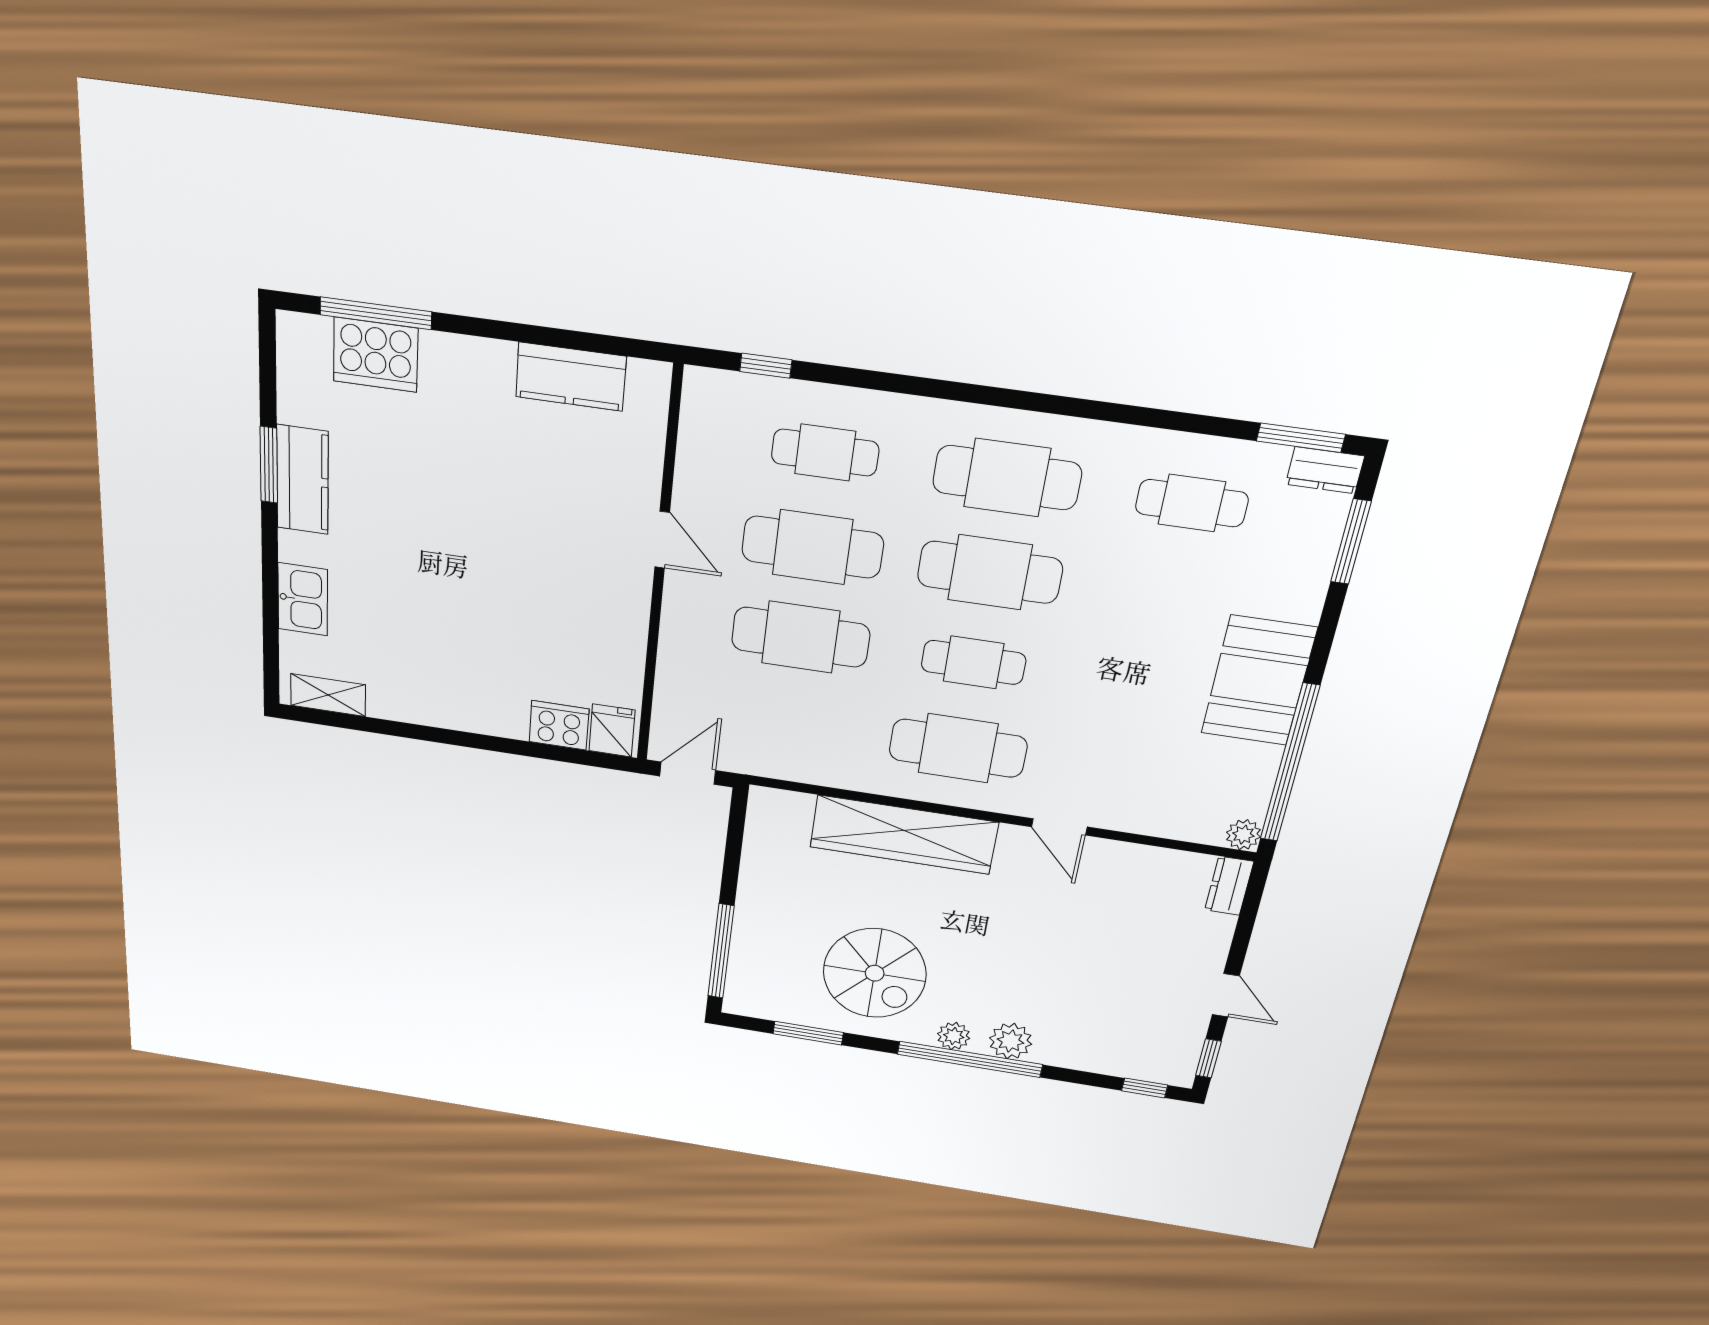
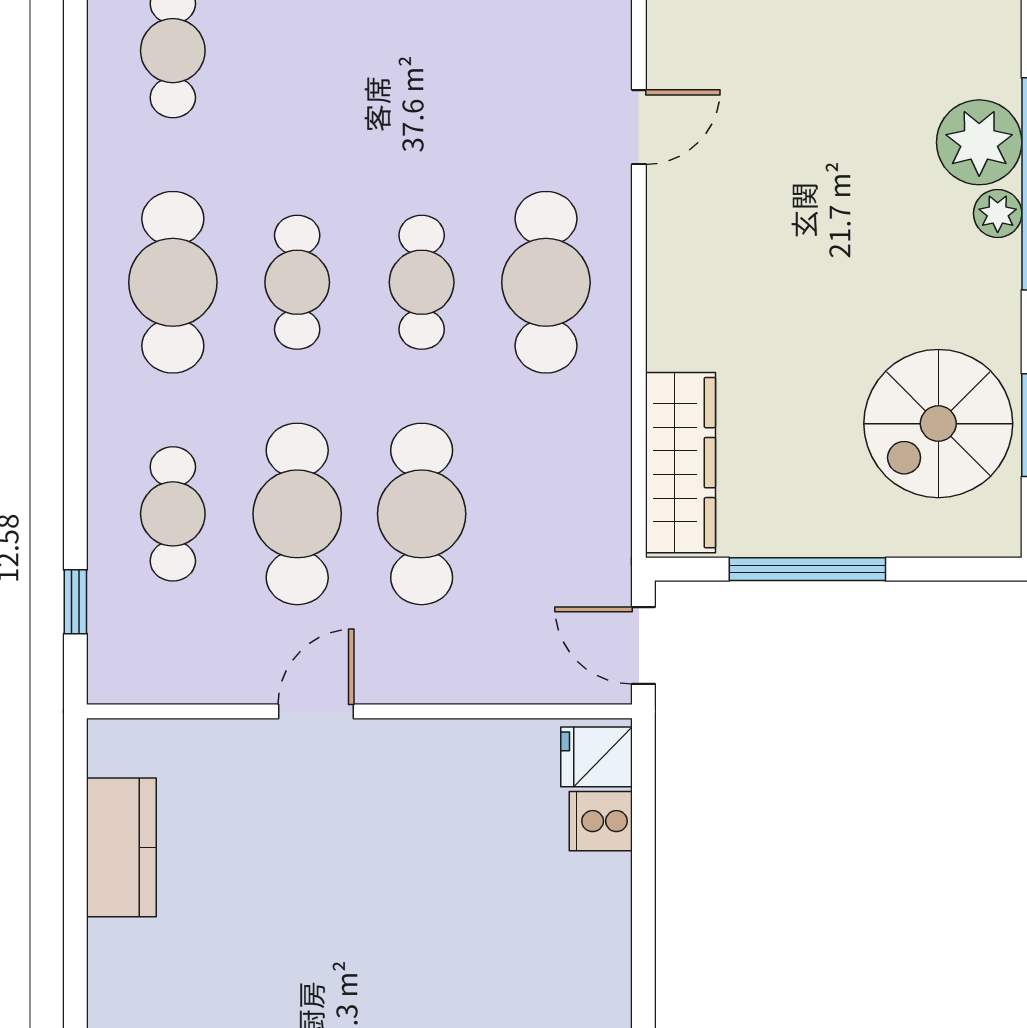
cafe table: (990, 572) -> (297, 282), width x0.73, depth x0.74
cooker: (559, 725) -> (601, 821), width x0.73
wardrobe: (904, 835) -> (681, 463), moved, width x0.71, depth x0.85
window: (721, 951) -> (807, 569), moved
spiral stairs: (875, 973) -> (938, 424), moved, turned 180
plant: (1011, 1041) -> (979, 142), width x1.36, depth x1.36

